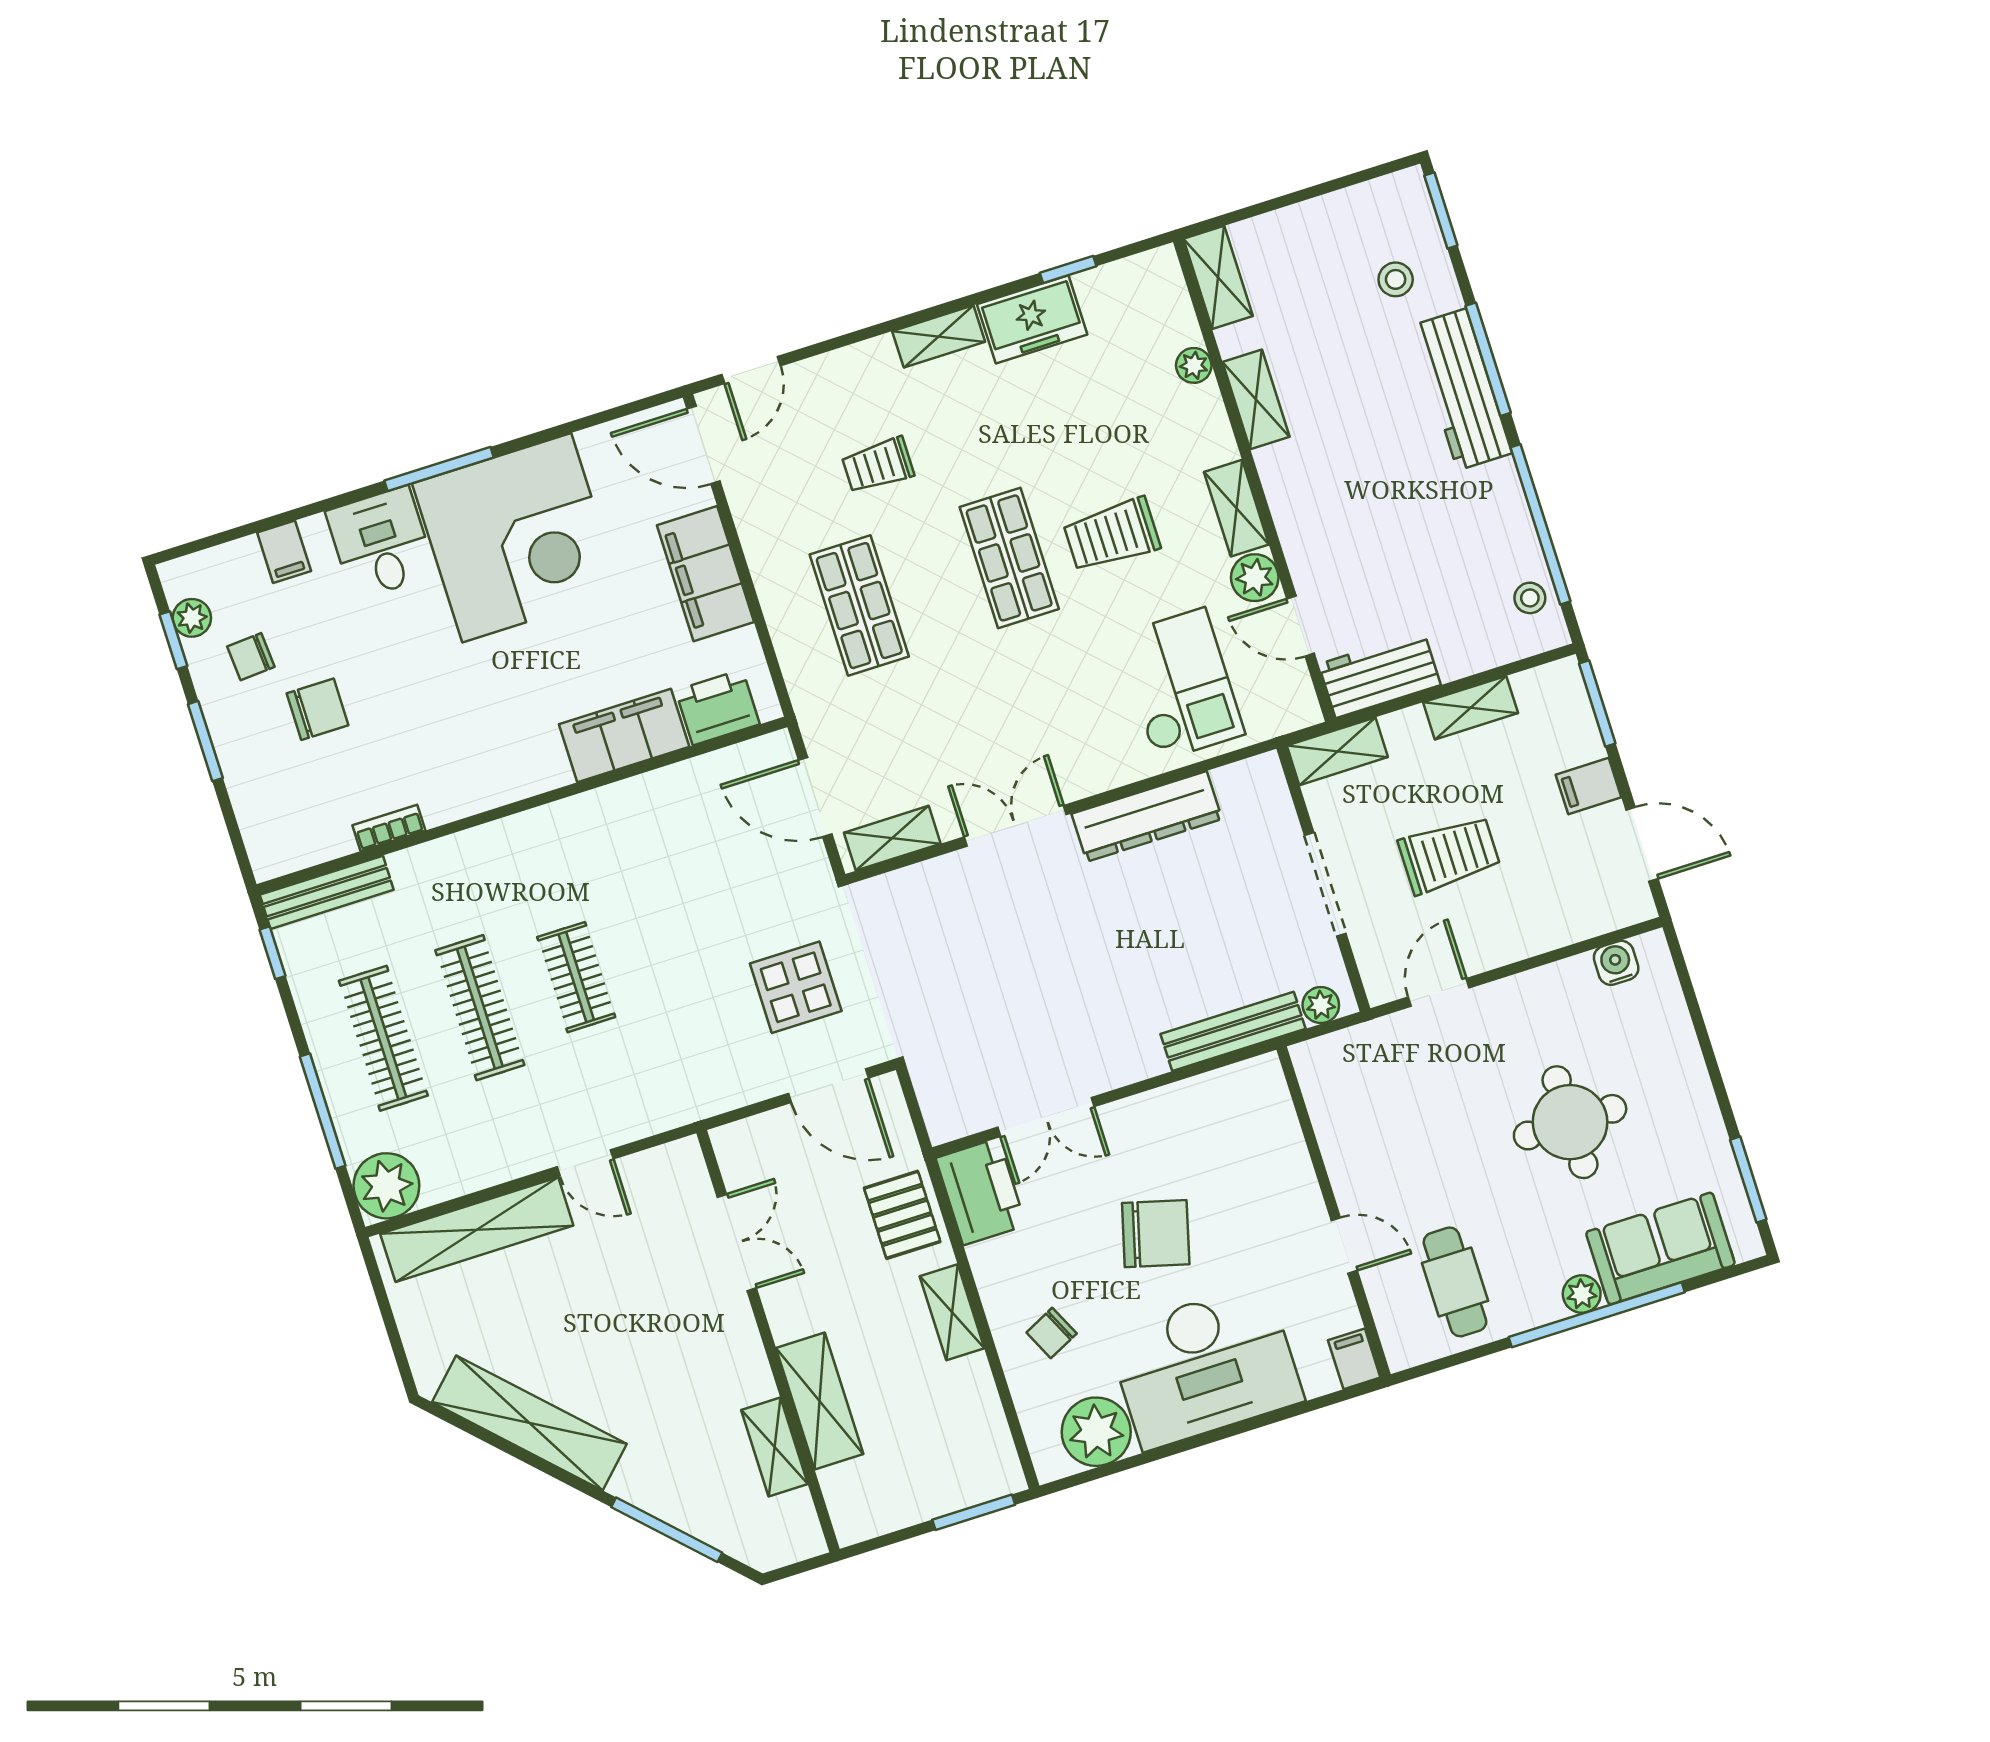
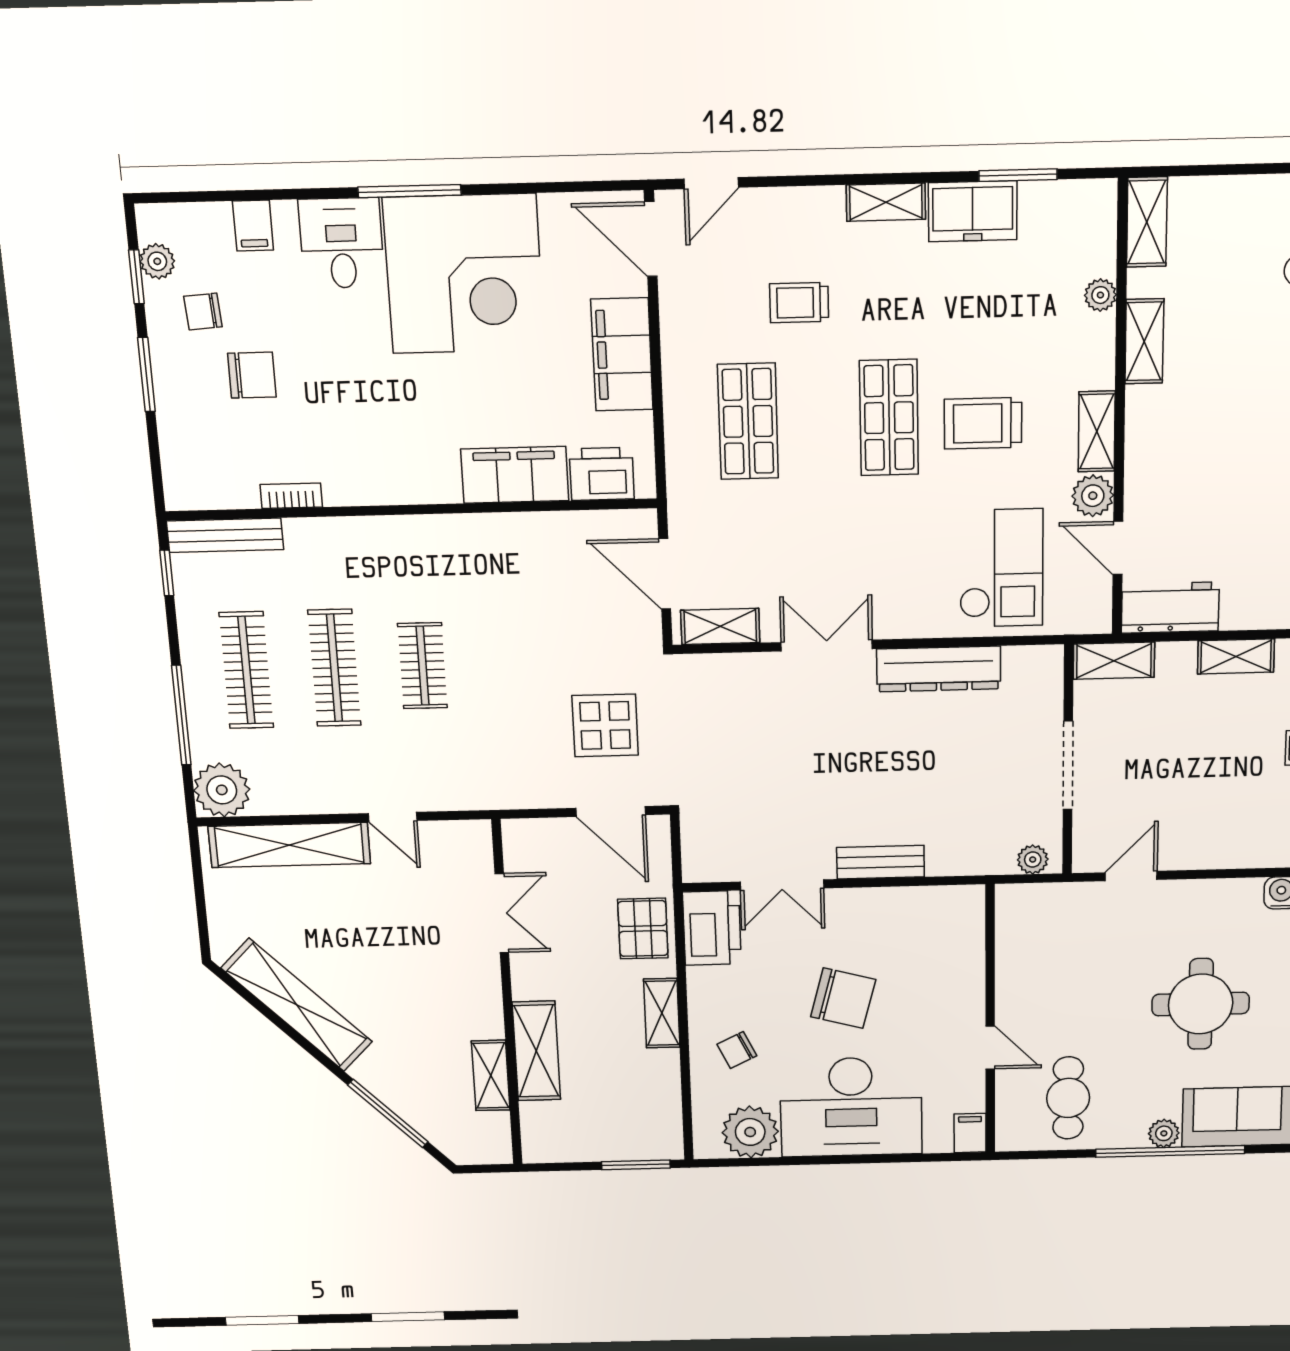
window: (1068, 269) -> (1018, 175), width x1.50
trolley: (1449, 855) -> (1177, 770), removed
bench: (1233, 1031) -> (881, 862), moved, width x0.73

